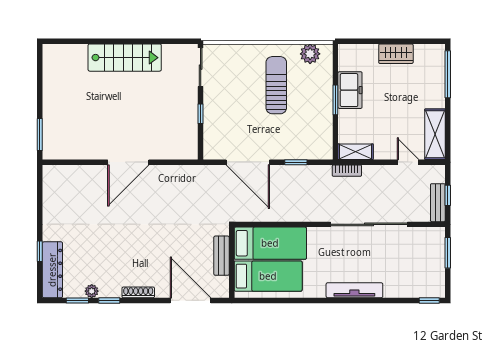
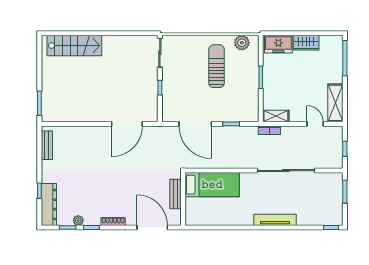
stairs: (125, 58) -> (74, 46), moved
freezer: (350, 90) -> (278, 44), moved, turned 90
door: (128, 162) -> (127, 124), moved
bench: (438, 203) -> (47, 145), moved
bed: (268, 276) -> (210, 209), removed

